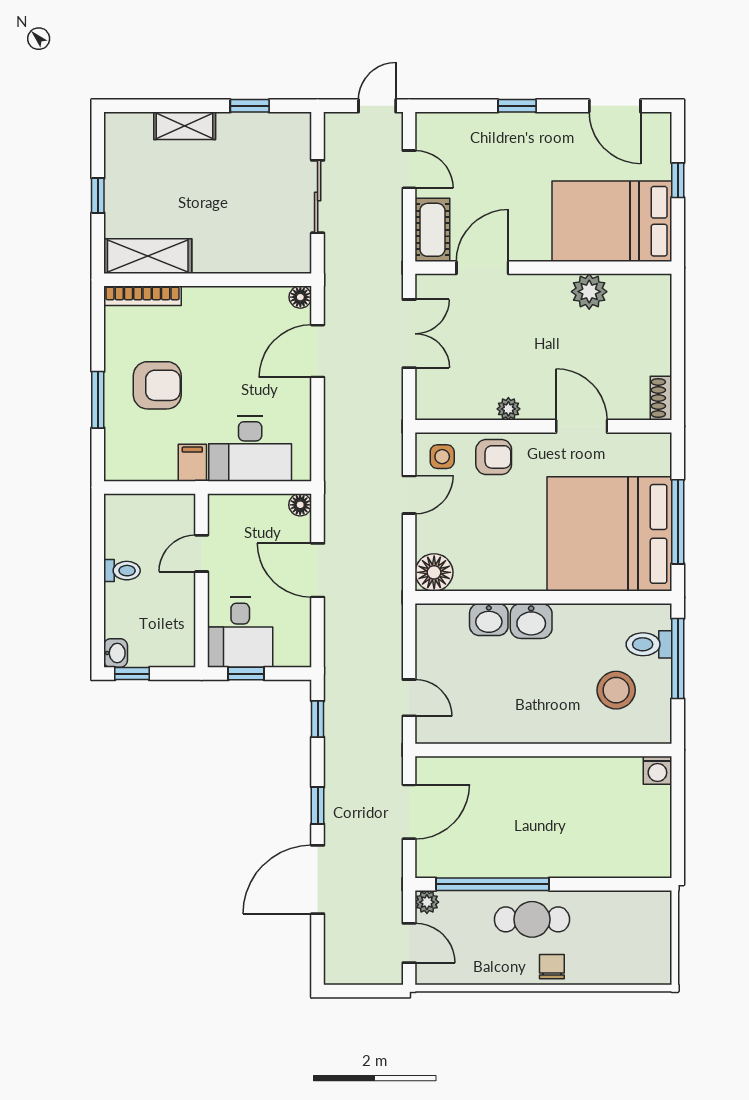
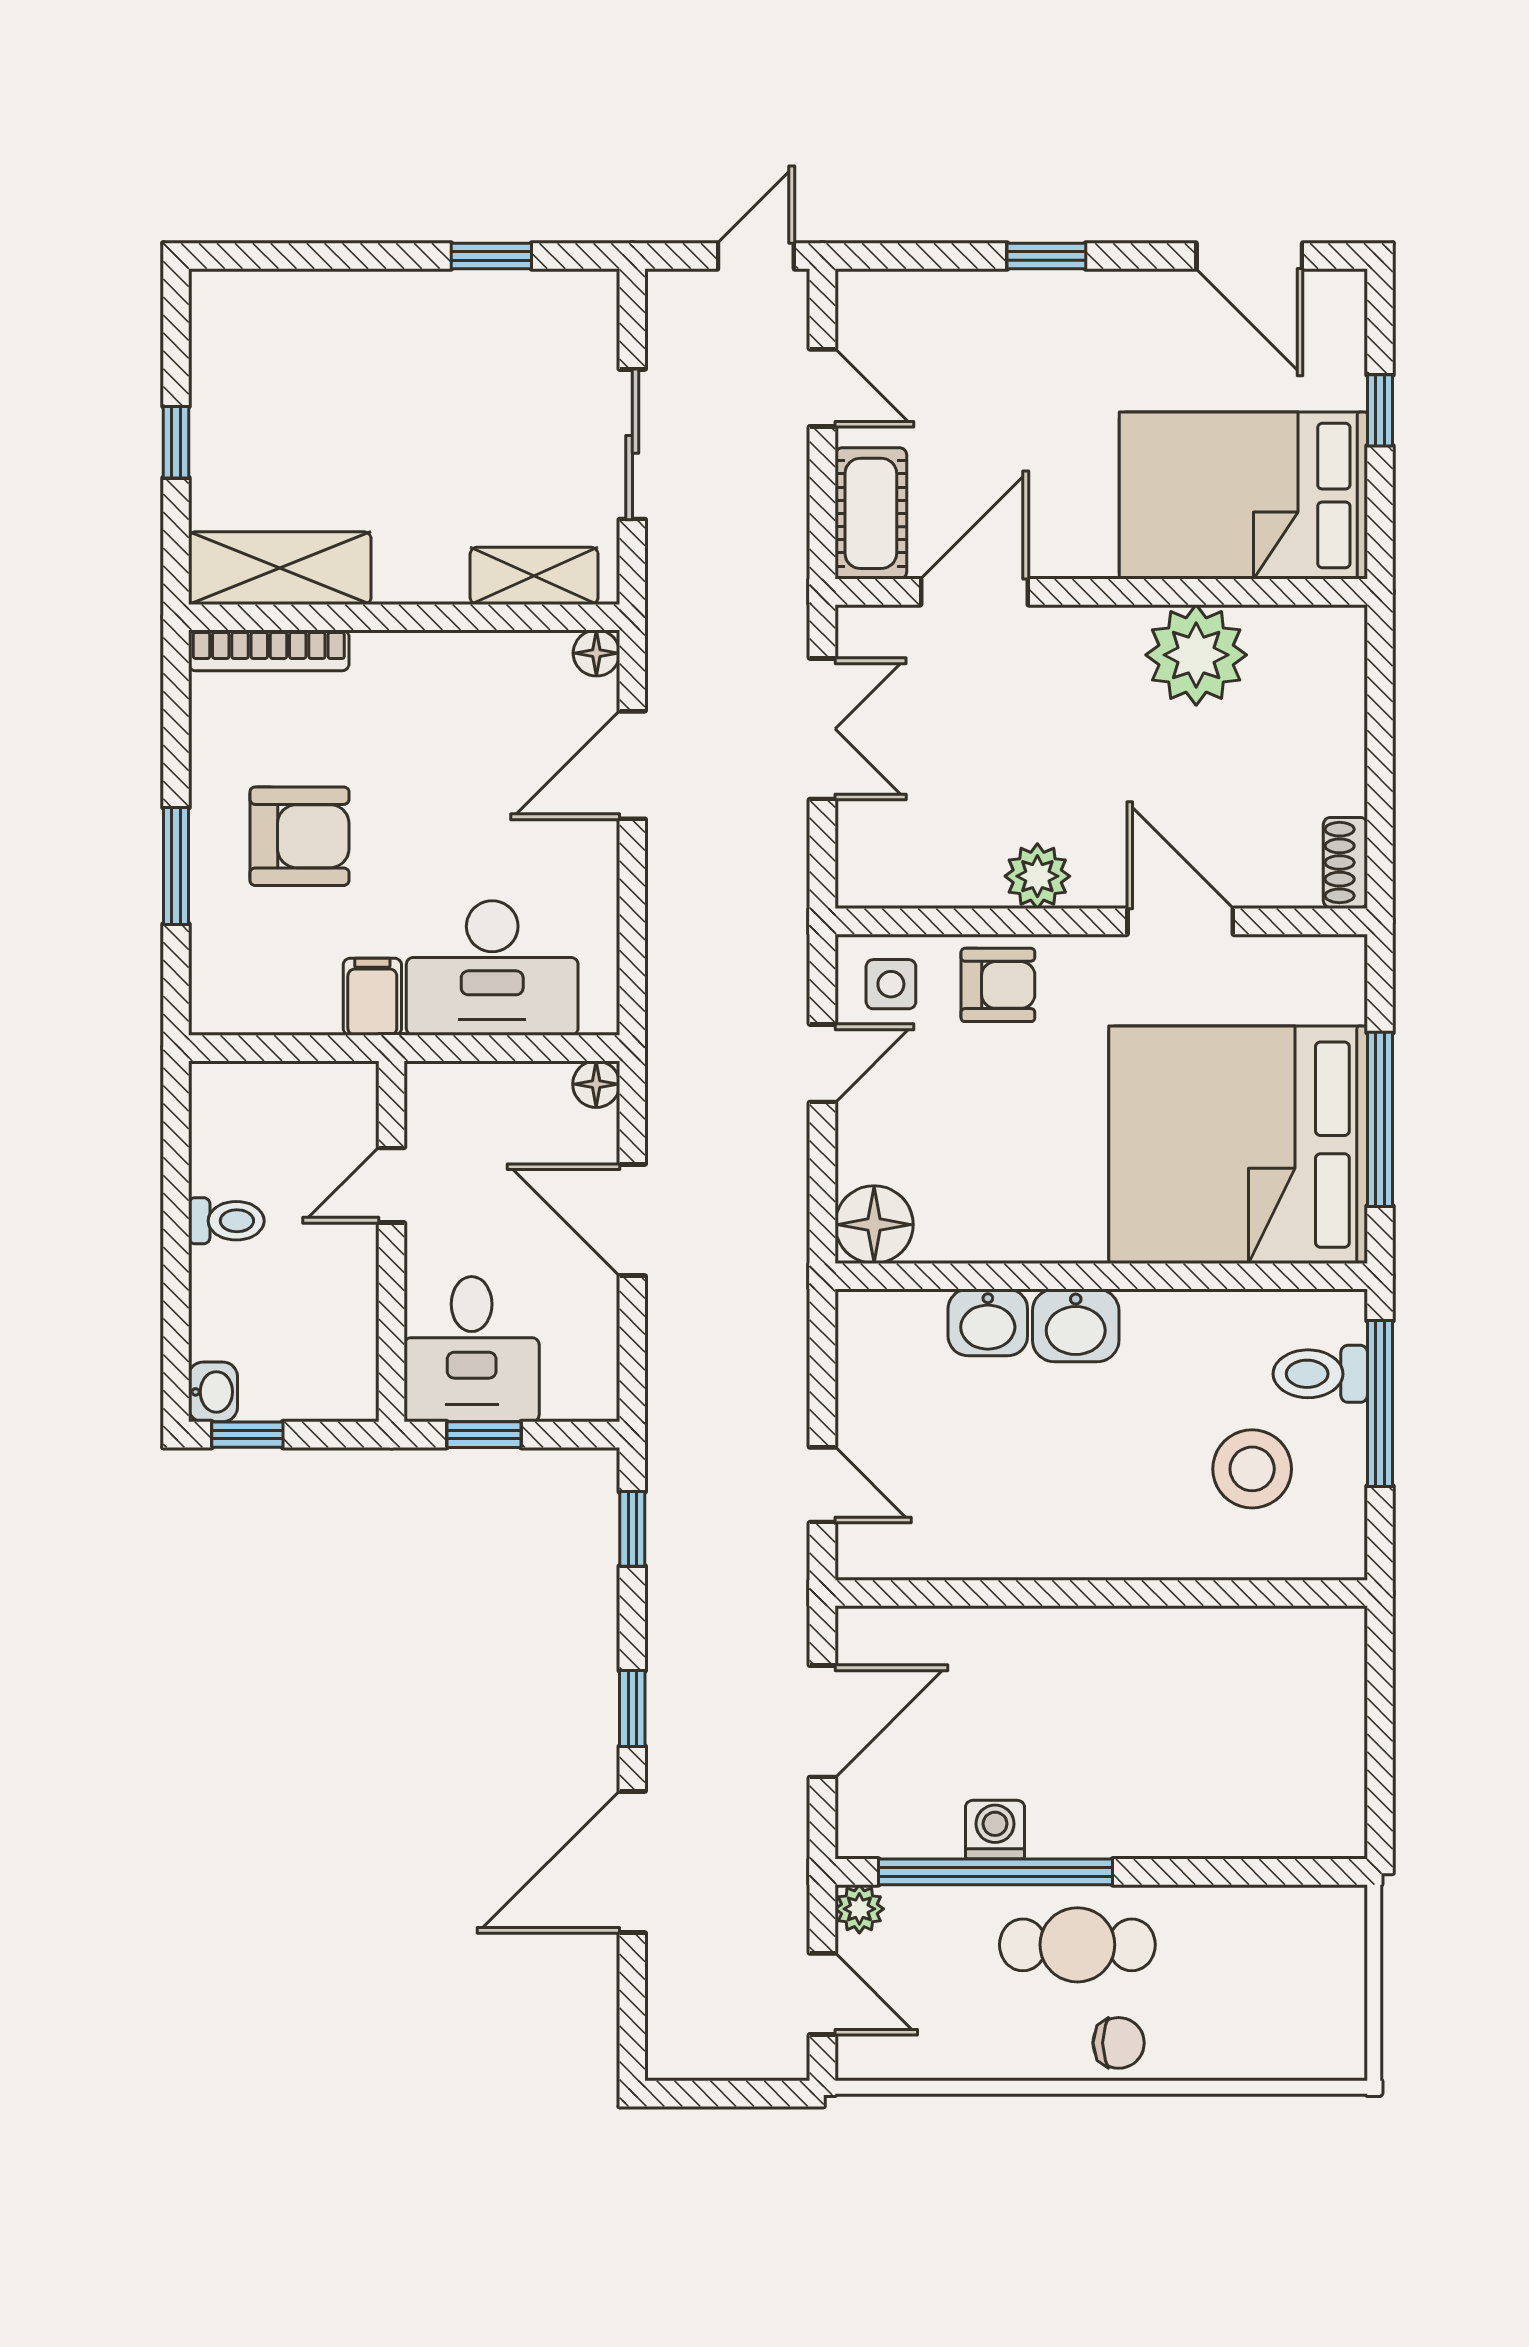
shelving: (185, 126) -> (534, 576), moved
plant: (589, 292) -> (1196, 655), width x1.36, depth x1.36
plant: (508, 409) -> (1037, 876), width x1.38, depth x1.38
washing machine: (657, 770) -> (995, 1830), moved, turned 180
chair: (552, 967) -> (1119, 2043), turned 90

